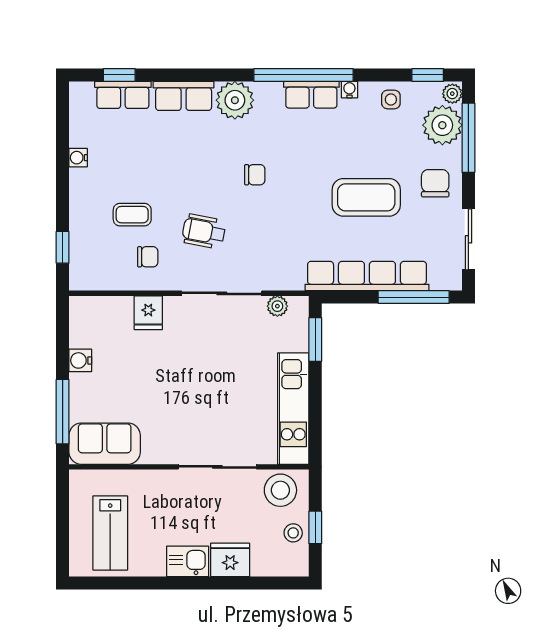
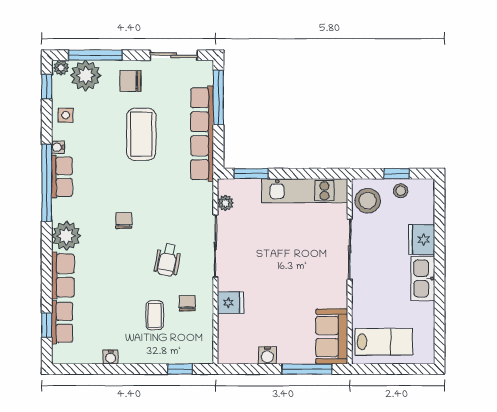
lab bench: (110, 533) -> (384, 342), moved
kitchen sink: (188, 561) -> (423, 278), width x1.38

